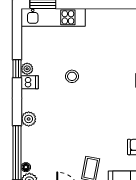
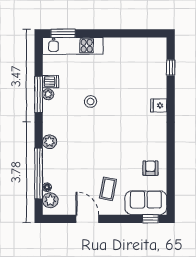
window: (17, 69) -> (39, 94), width x2.17
dishwasher: (30, 82) -> (51, 82), moved

